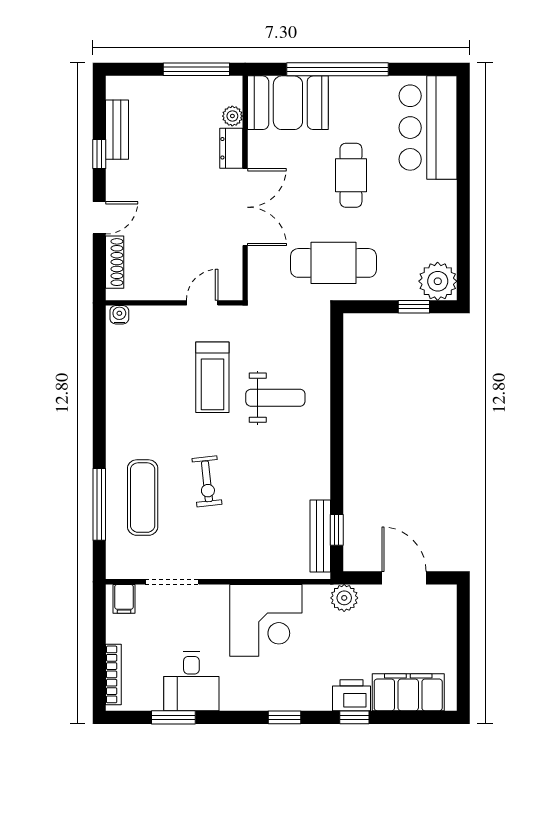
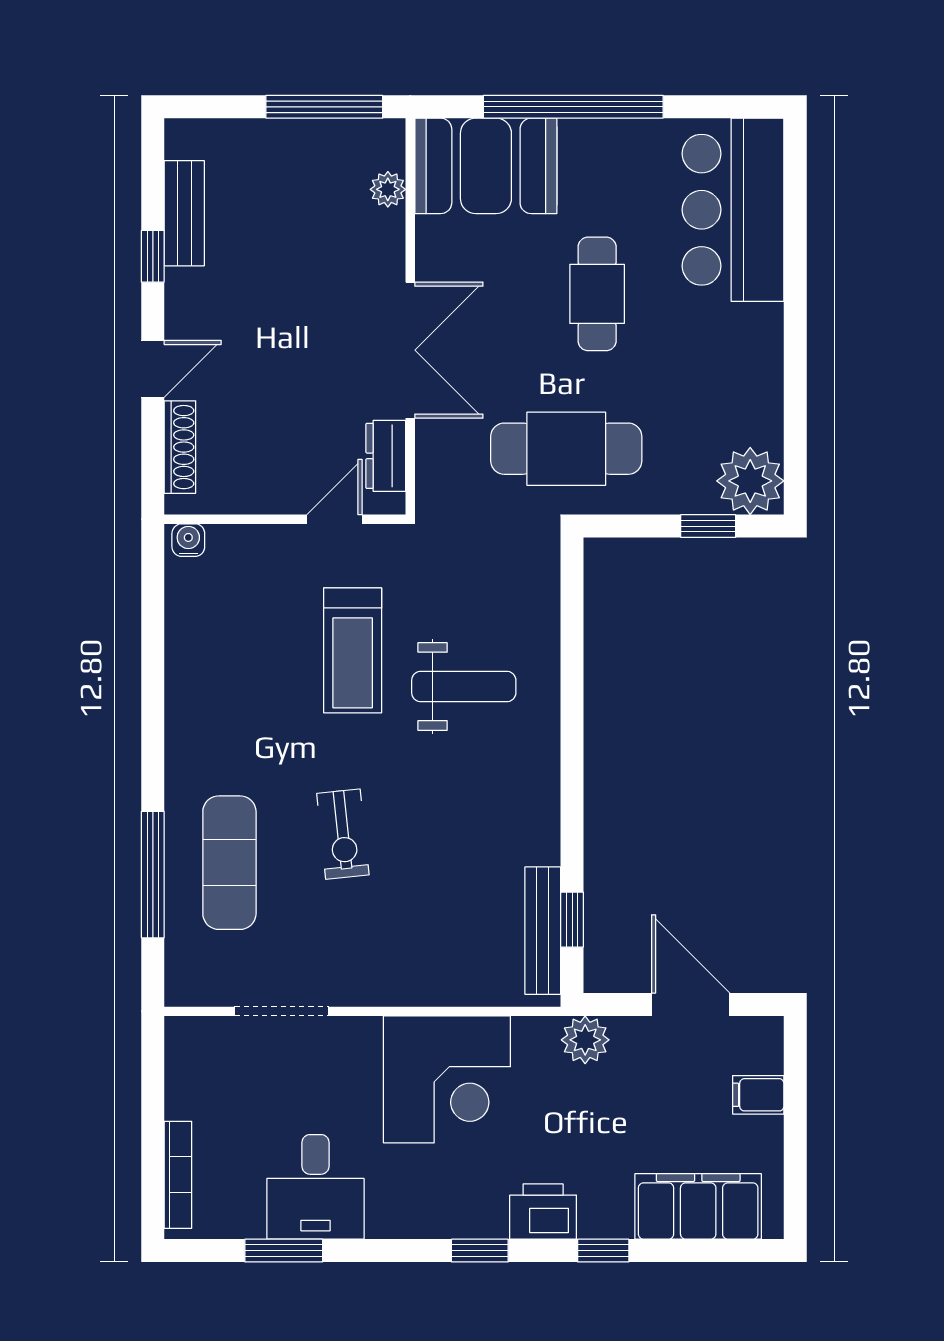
dresser: (231, 148) -> (386, 456), moved
filing cabinet: (124, 599) -> (758, 1095), moved, turned 90
printer: (351, 695) -> (543, 1212), moved

